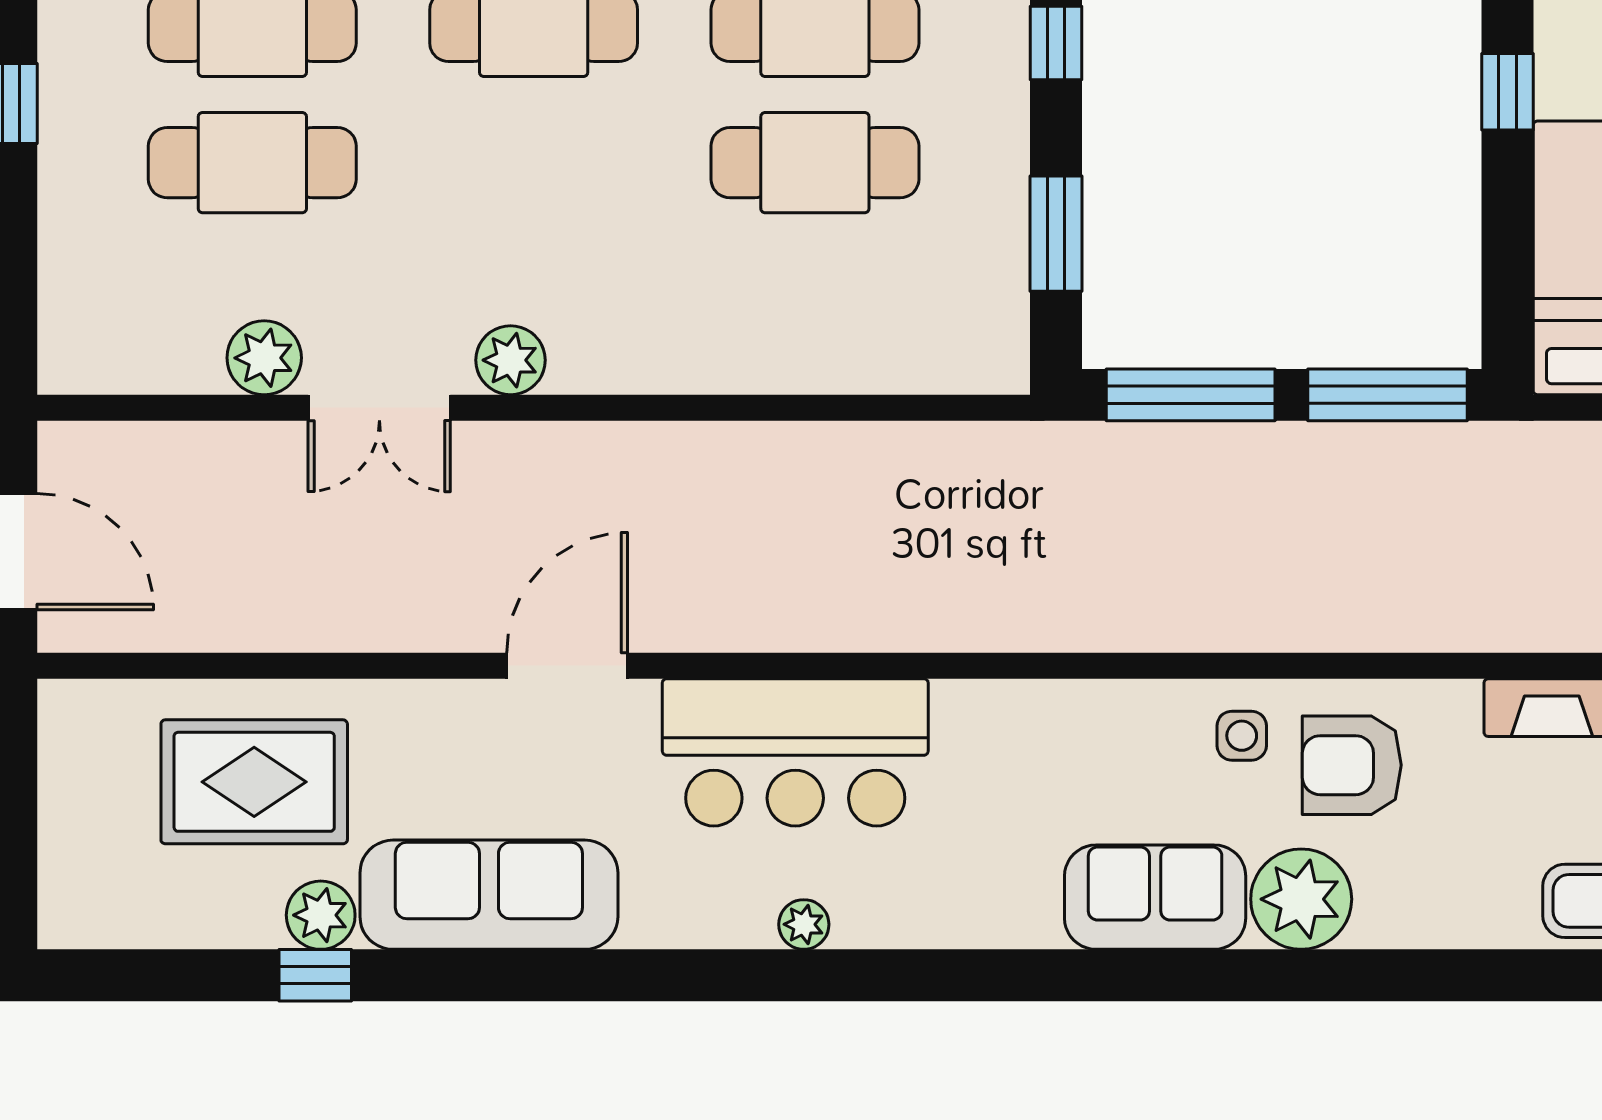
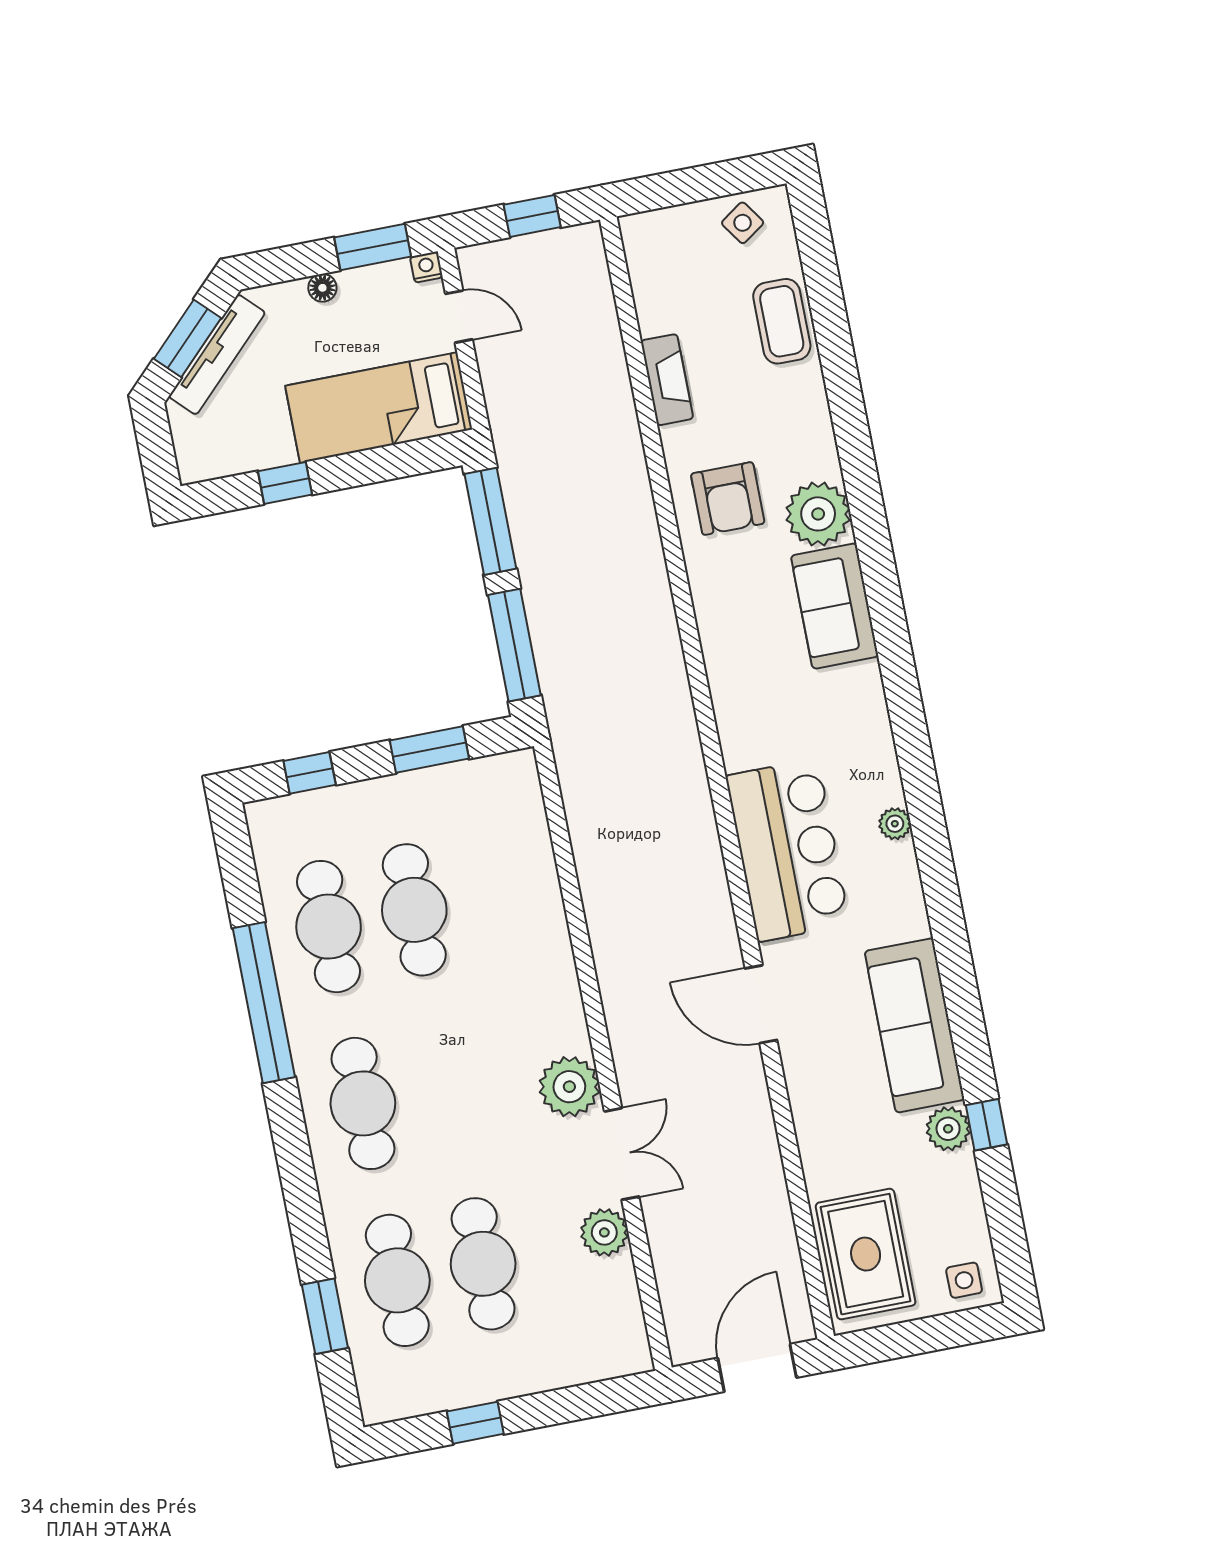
plant: (511, 360) -> (569, 1087), width x1.36, depth x1.36
side table: (1242, 736) -> (964, 1280), moved
rug: (254, 782) -> (866, 1254), moved

